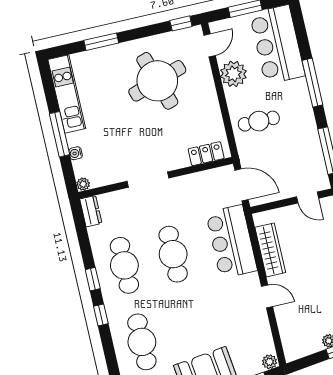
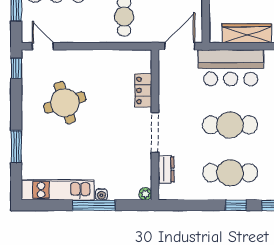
plant: (233, 74) -> (75, 30), removed
round table: (157, 81) -> (65, 103), width x0.73, depth x0.73
water cooler: (76, 153) -> (101, 194), moved
locker: (206, 154) -> (143, 90), moved
dresser: (91, 211) -> (166, 169), moved, turned 90

